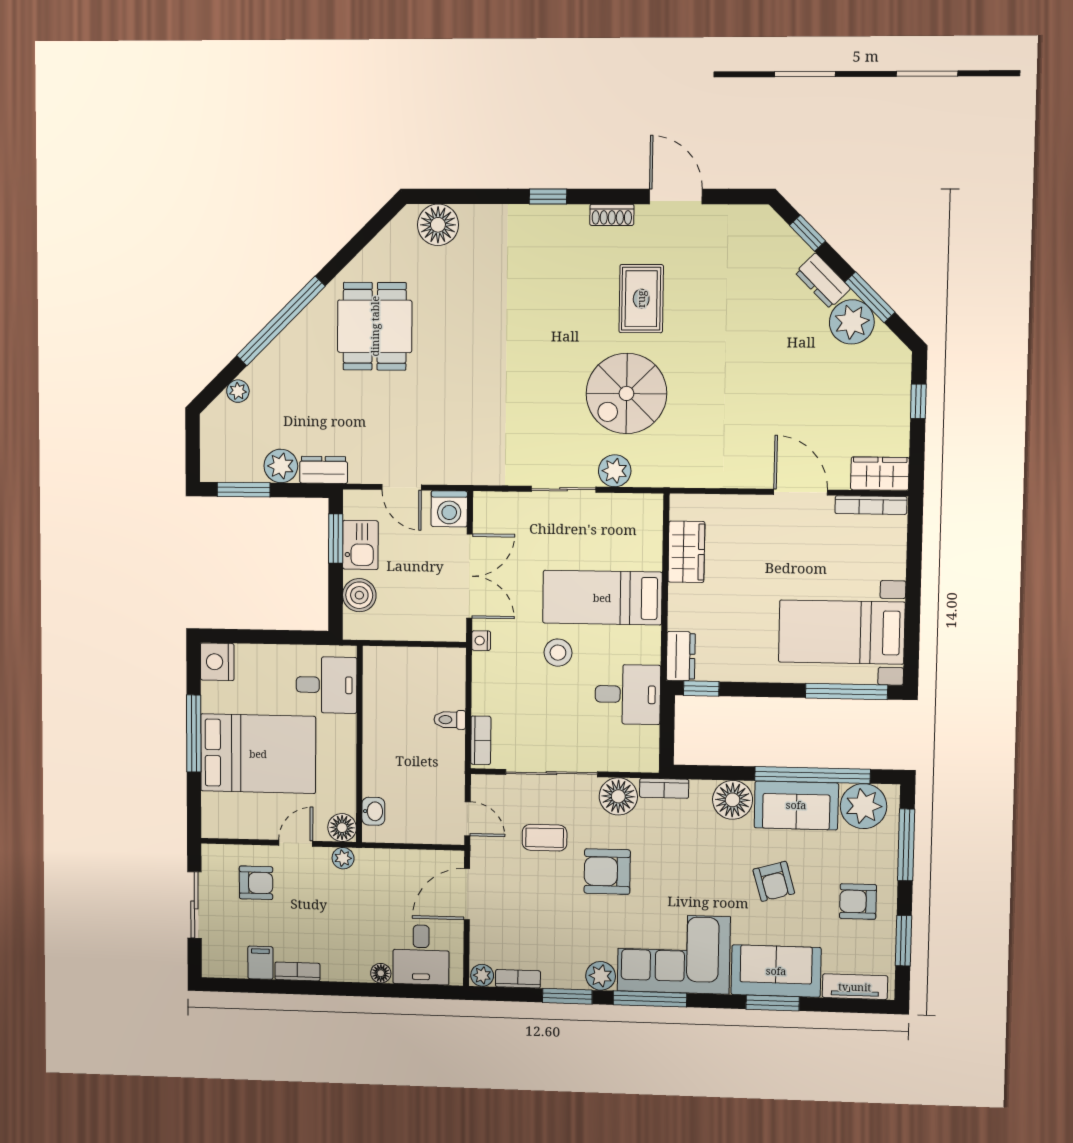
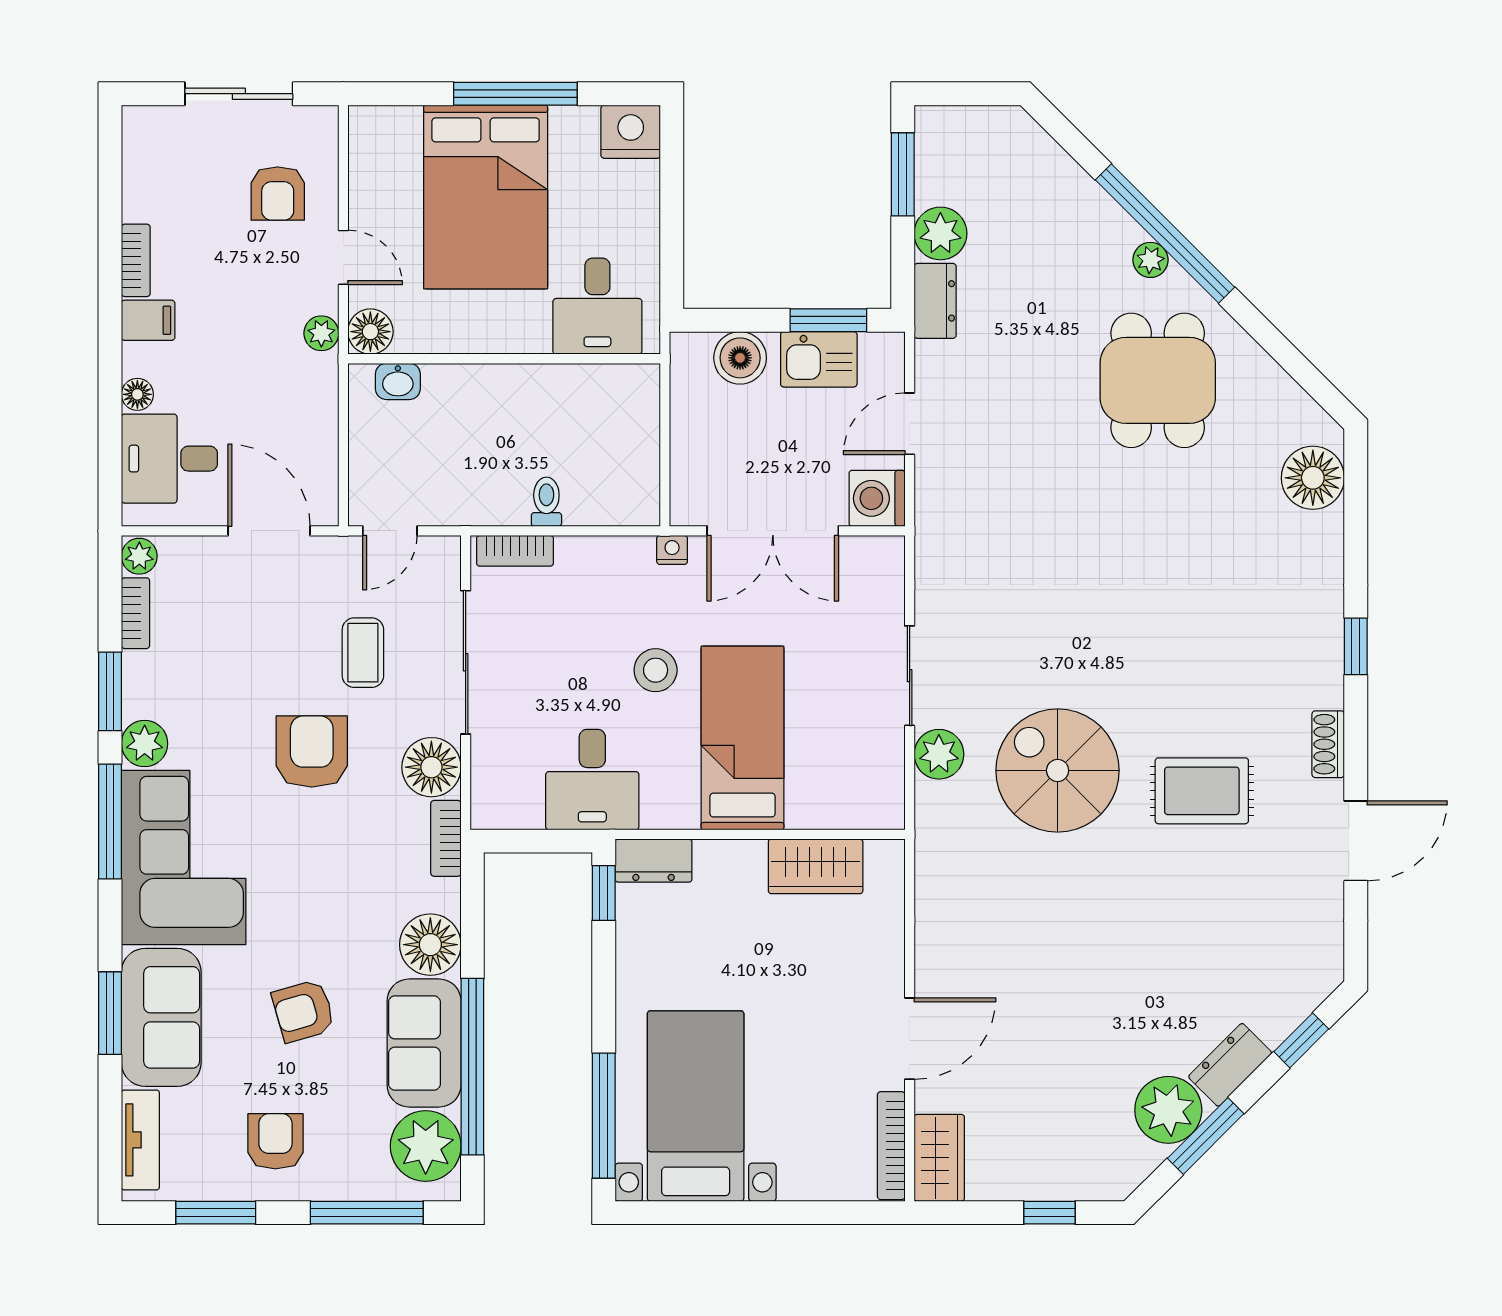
dining table: (375, 326) -> (1158, 380), turned 90
plant: (238, 391) -> (1151, 260), moved
filing cabinet: (260, 963) -> (148, 320), moved

